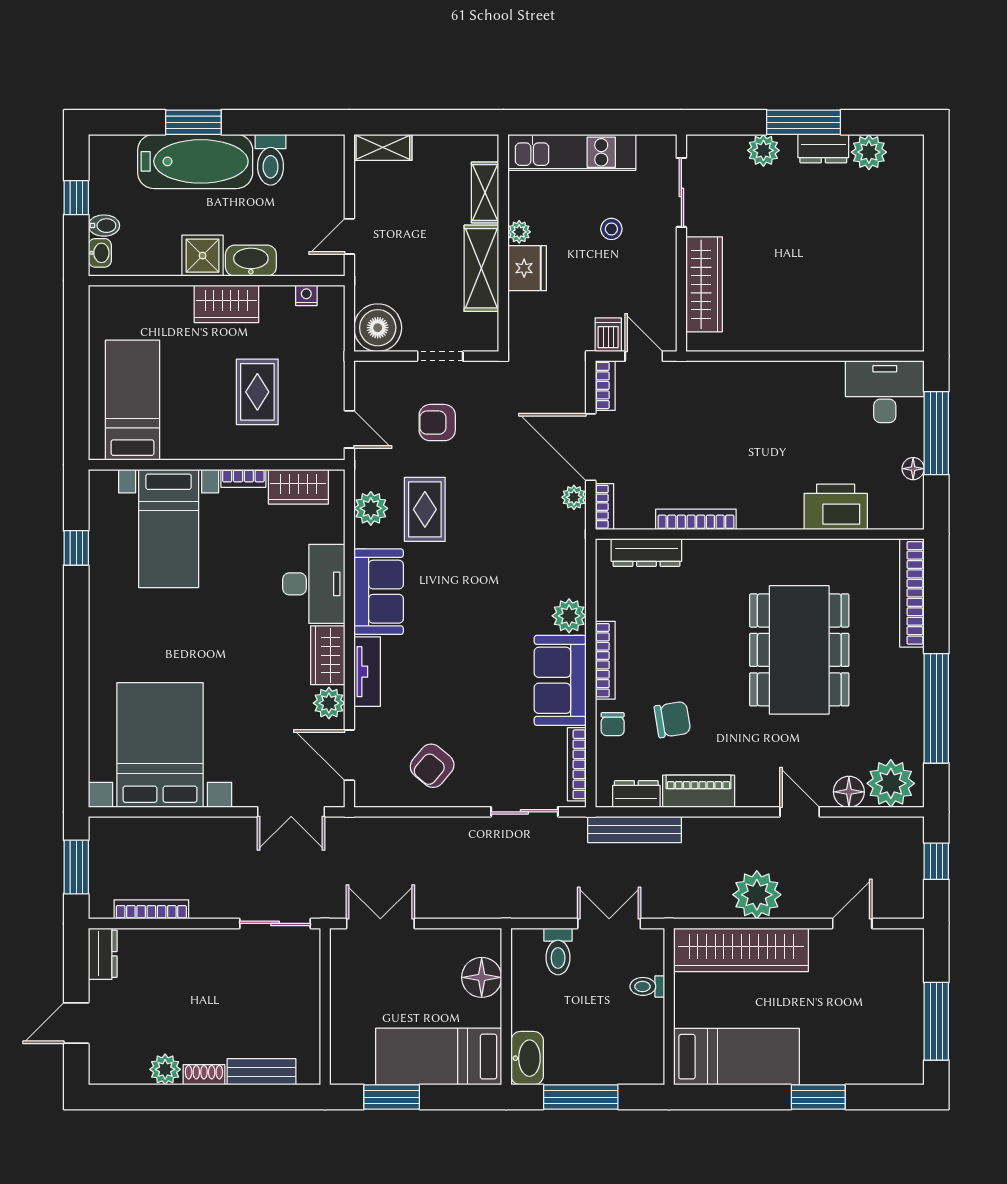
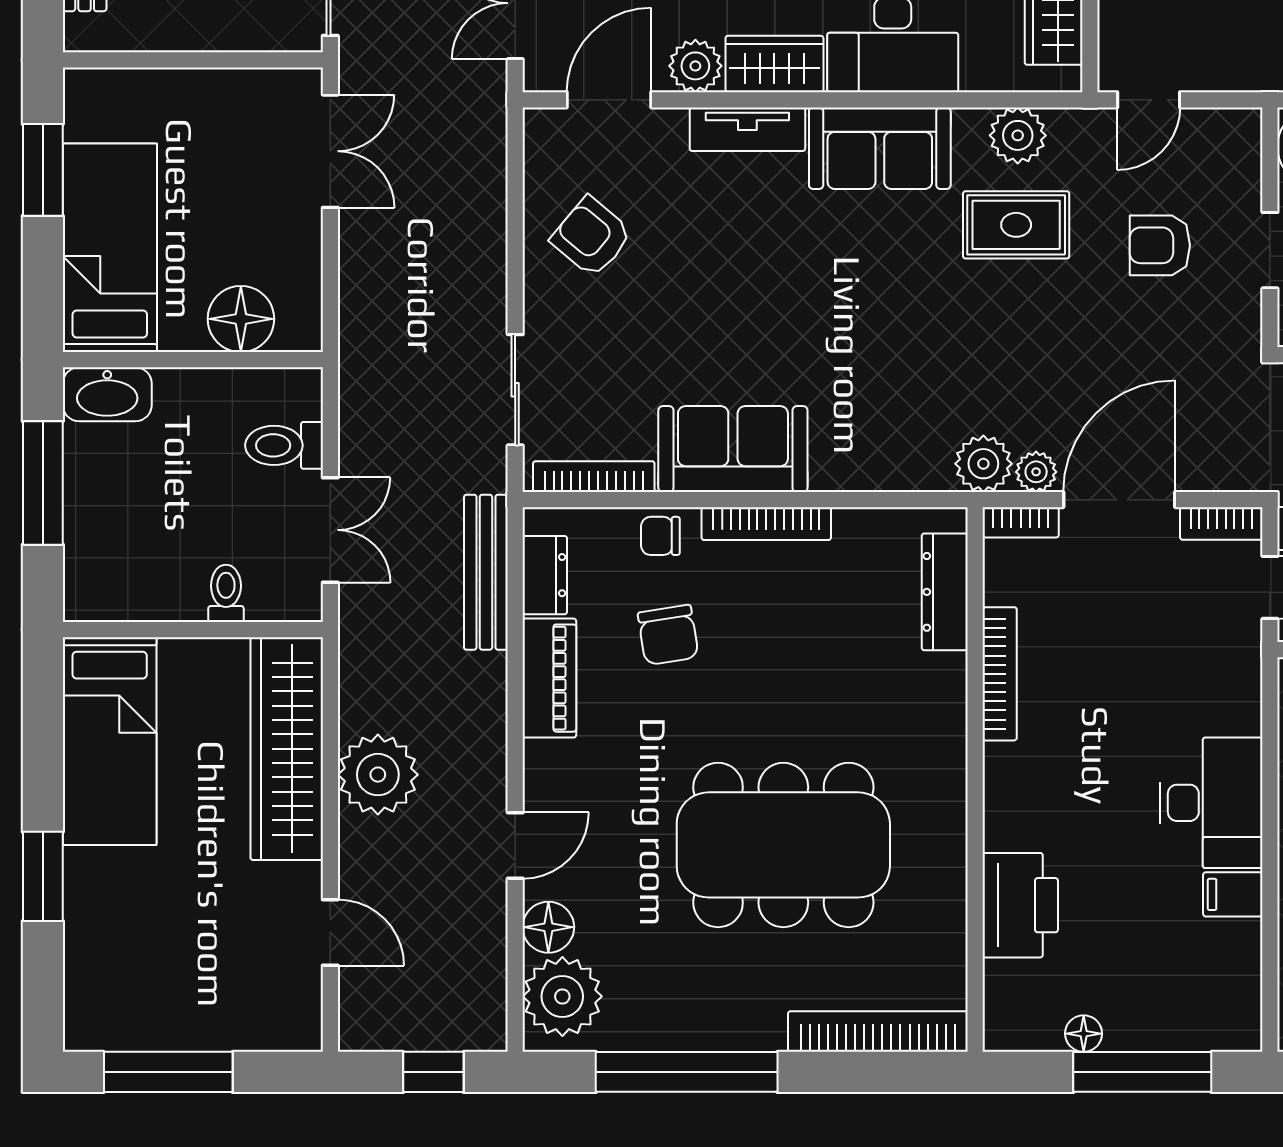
filing cabinet: (829, 379) -> (1233, 894), added
desk: (885, 392) -> (1211, 803), moved
armchair: (437, 423) -> (1160, 245), turned -90
plant: (569, 616) -> (983, 464), moved

